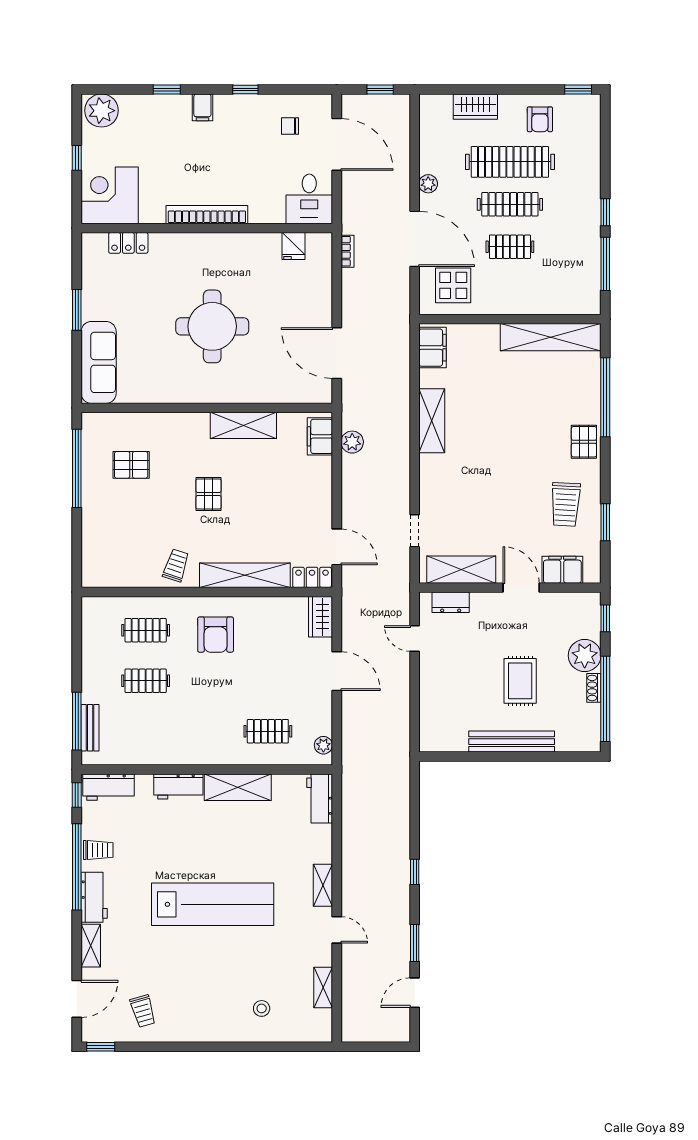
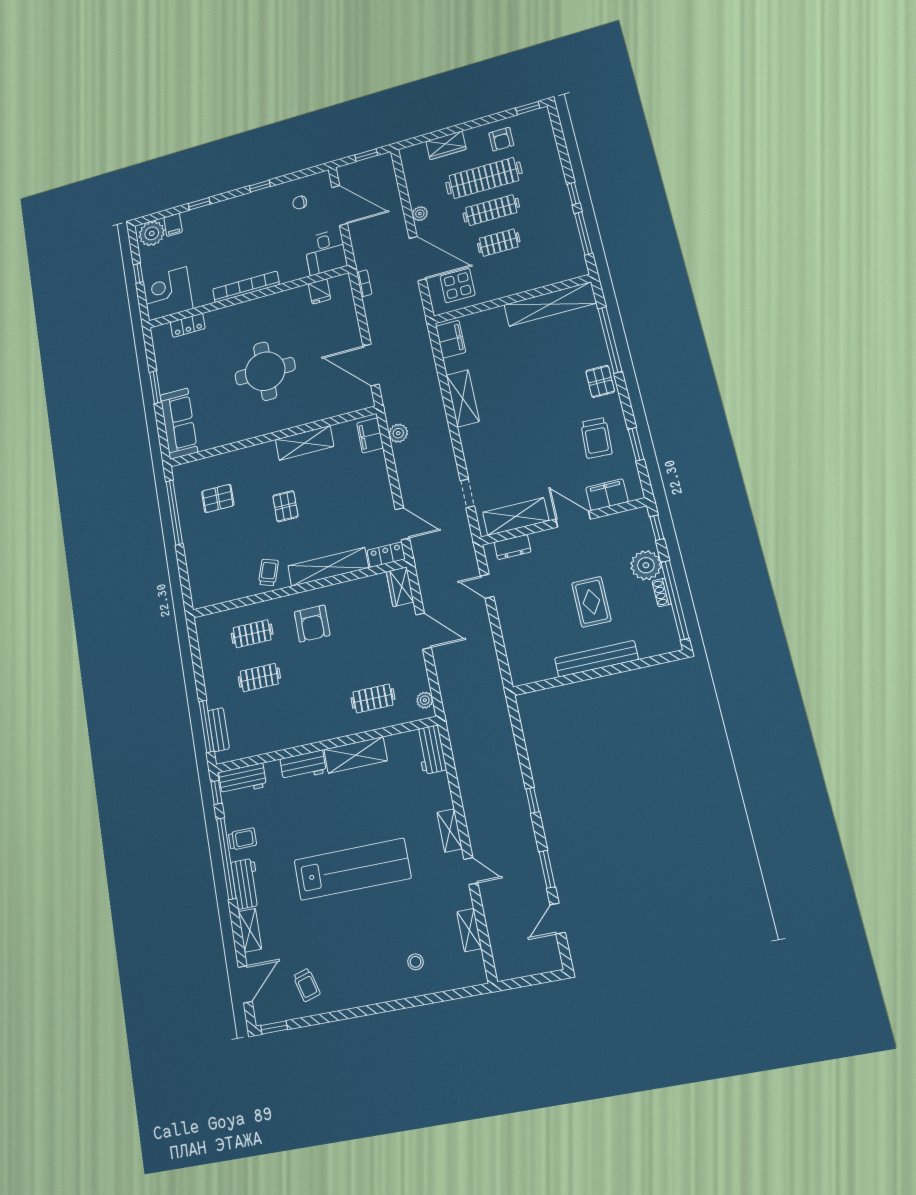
filing cabinet: (202, 107) -> (173, 225), moved

